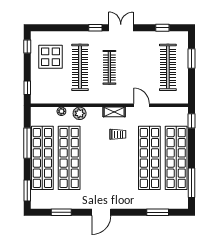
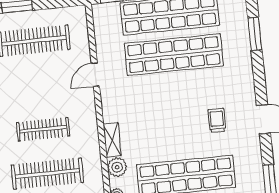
shelving: (114, 112) -> (112, 140), moved
trolley: (118, 134) -> (217, 120), moved

